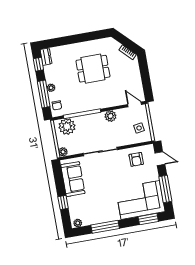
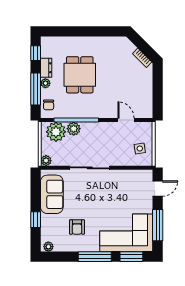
dresser: (46, 57) -> (46, 68), moved
dining table: (93, 69) -> (80, 75), moved, turned 90
door: (135, 104) -> (126, 120), moved
plant: (110, 116) -> (74, 129), moved
armchair: (136, 159) -> (77, 227), moved
door: (160, 159) -> (158, 189), hinge flipped
window: (105, 227) -> (95, 257), moved

